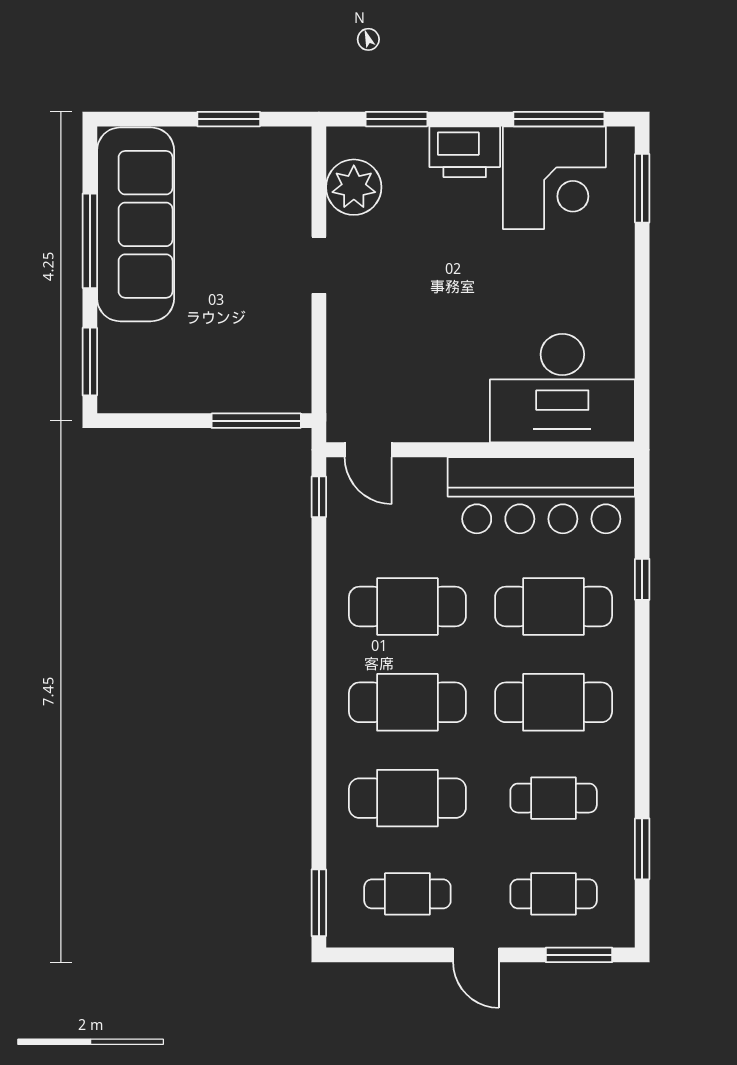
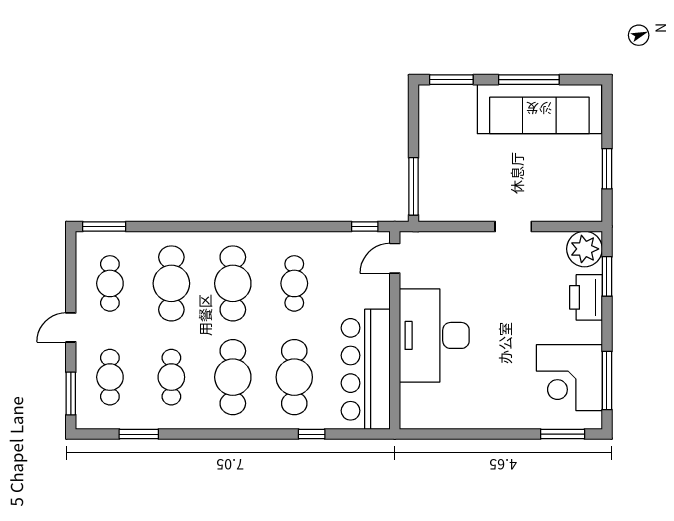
printer: (465, 152) -> (586, 297), moved
plant: (354, 187) -> (585, 249), moved
desk: (562, 388) -> (434, 335), moved
cafe table: (407, 607) -> (294, 283), width x0.73, depth x0.74

